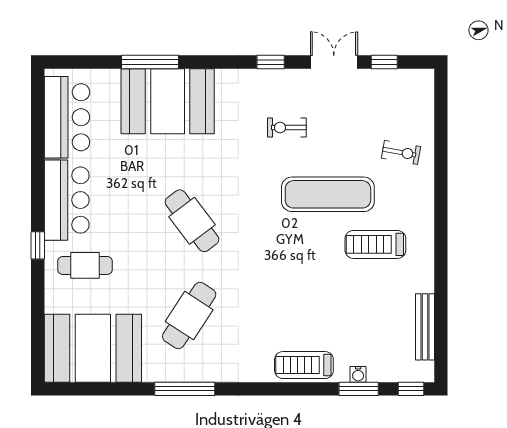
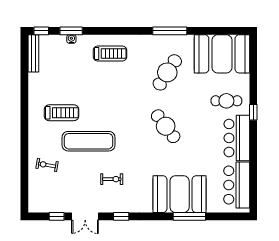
bench: (425, 327) -> (33, 53), moved
treadmill: (304, 365) -> (110, 53), moved

